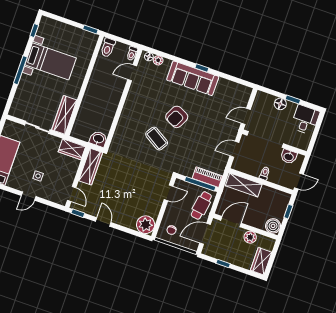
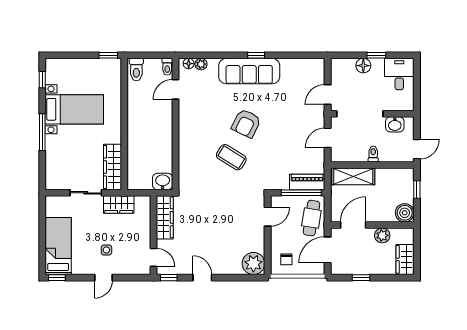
wardrobe: (72, 149) -> (119, 204), moved

